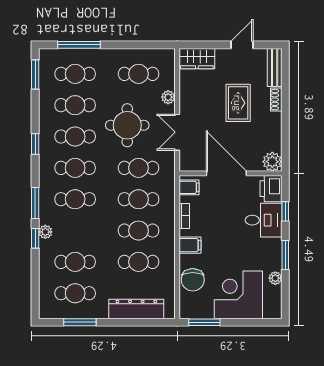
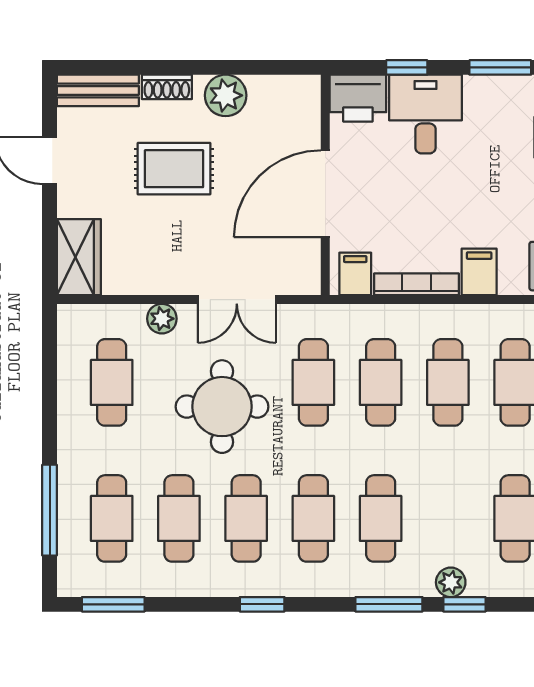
plant: (272, 162) -> (226, 95), moved
bookcase: (184, 216) -> (416, 284), width x1.56

